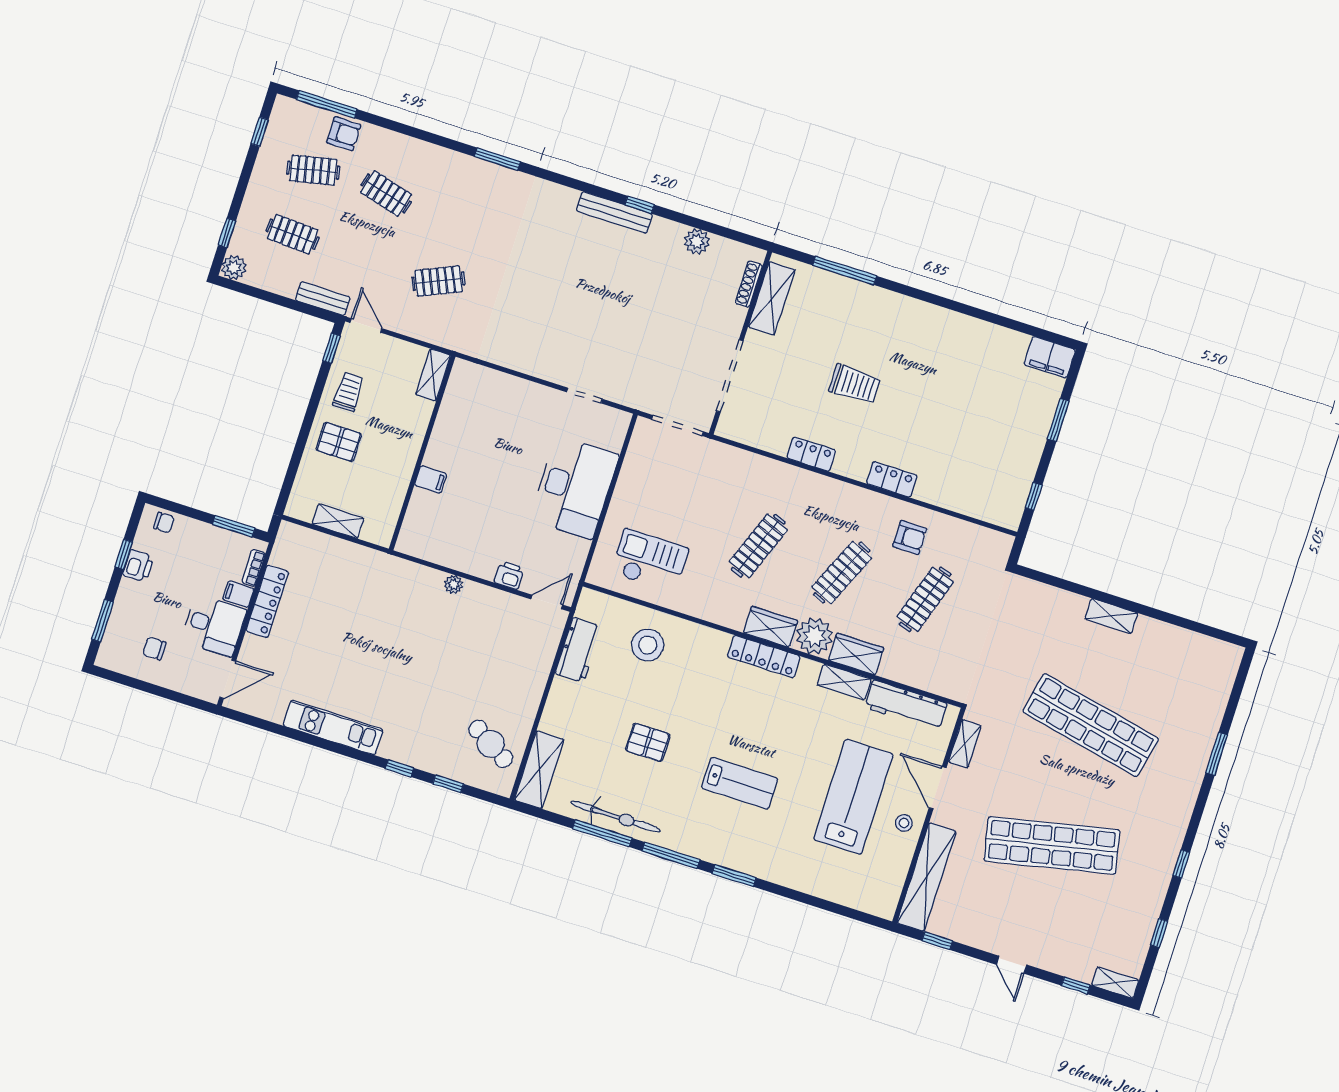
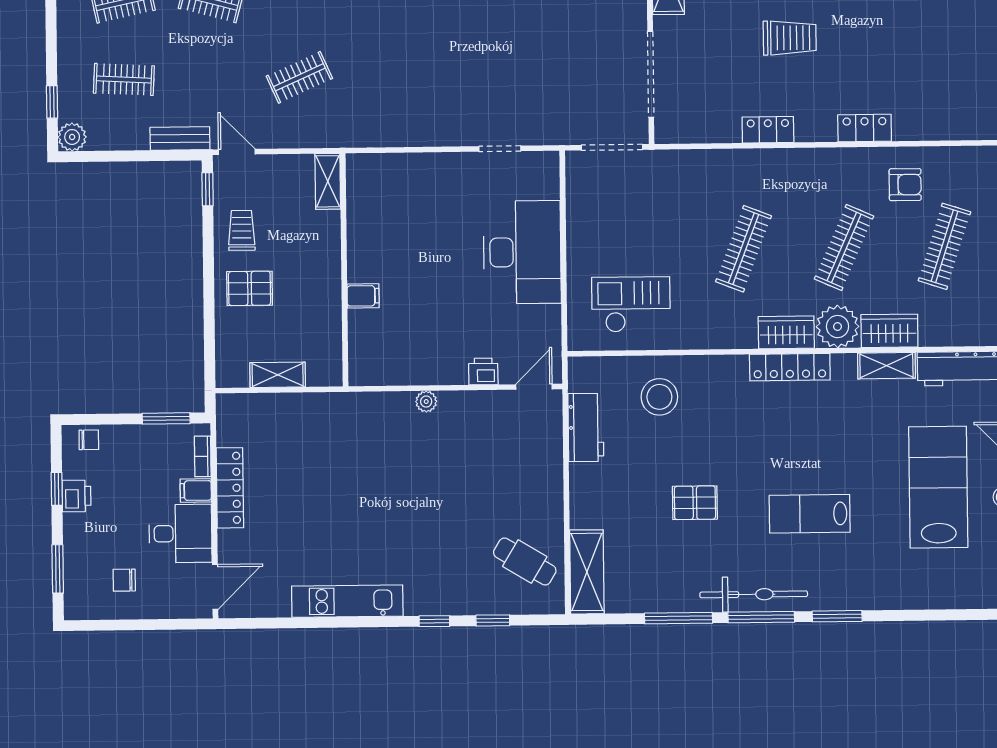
lab bench: (740, 783) -> (810, 514), turned 180
bicycle: (616, 817) -> (754, 594), moved

